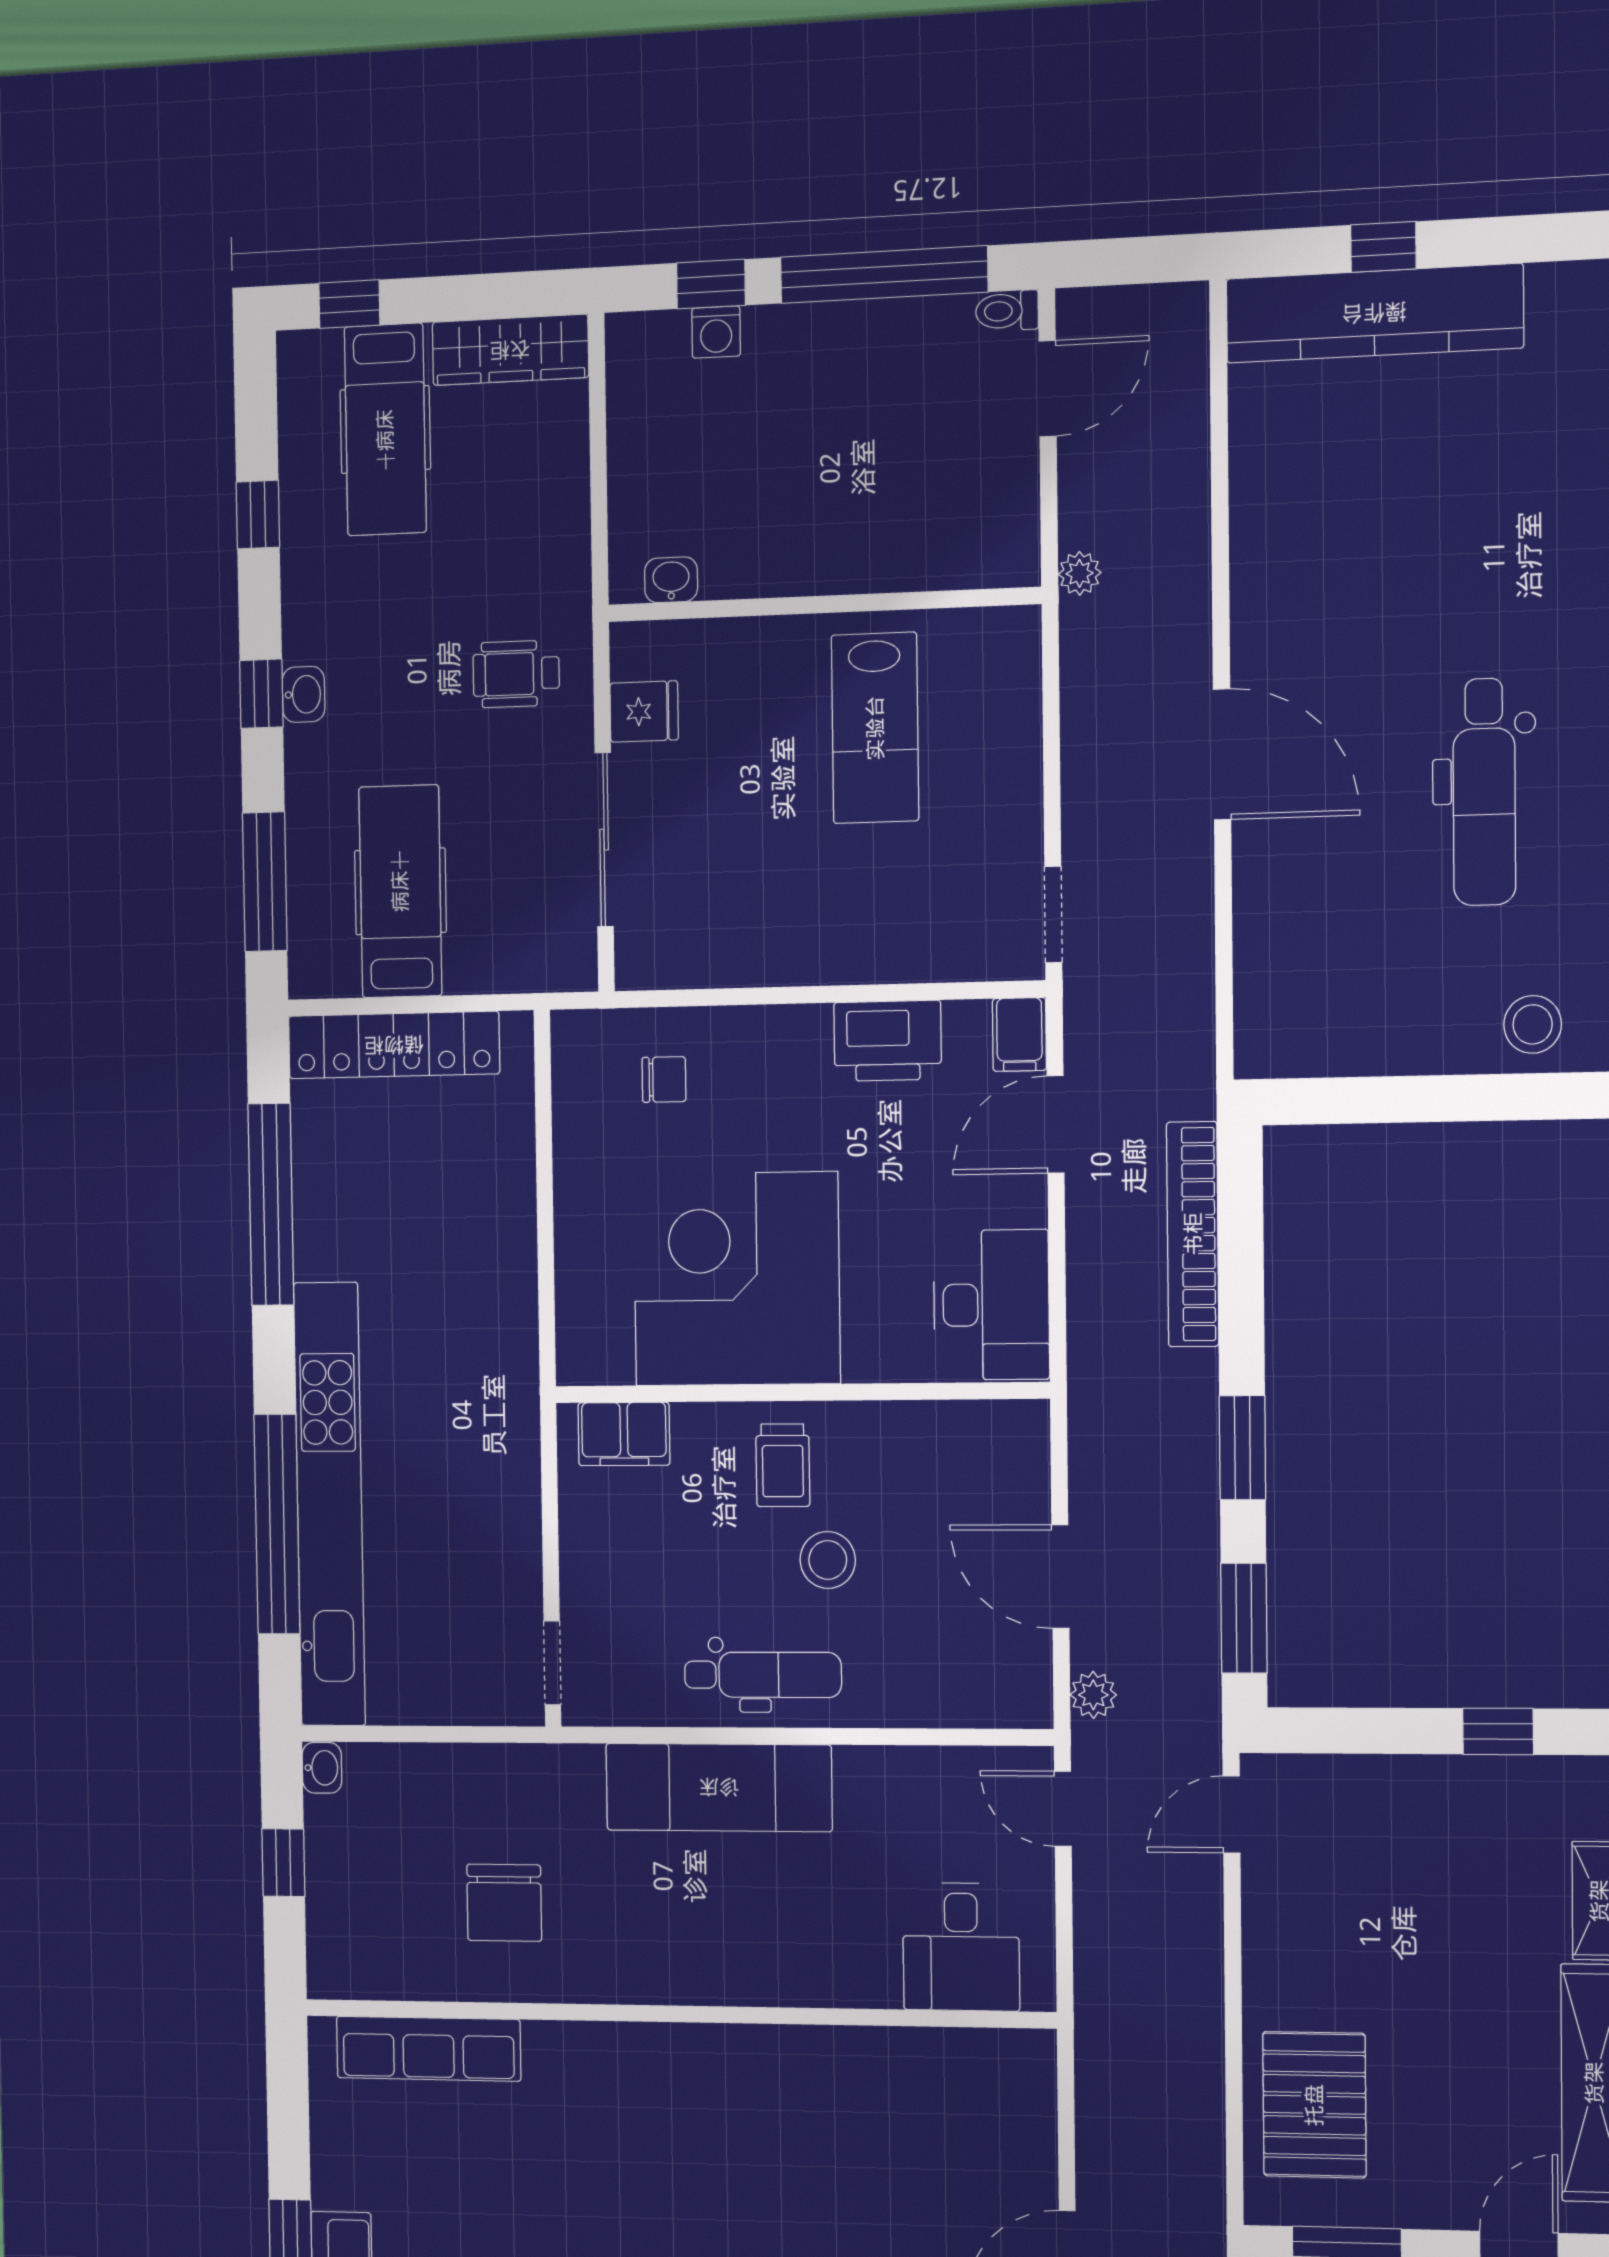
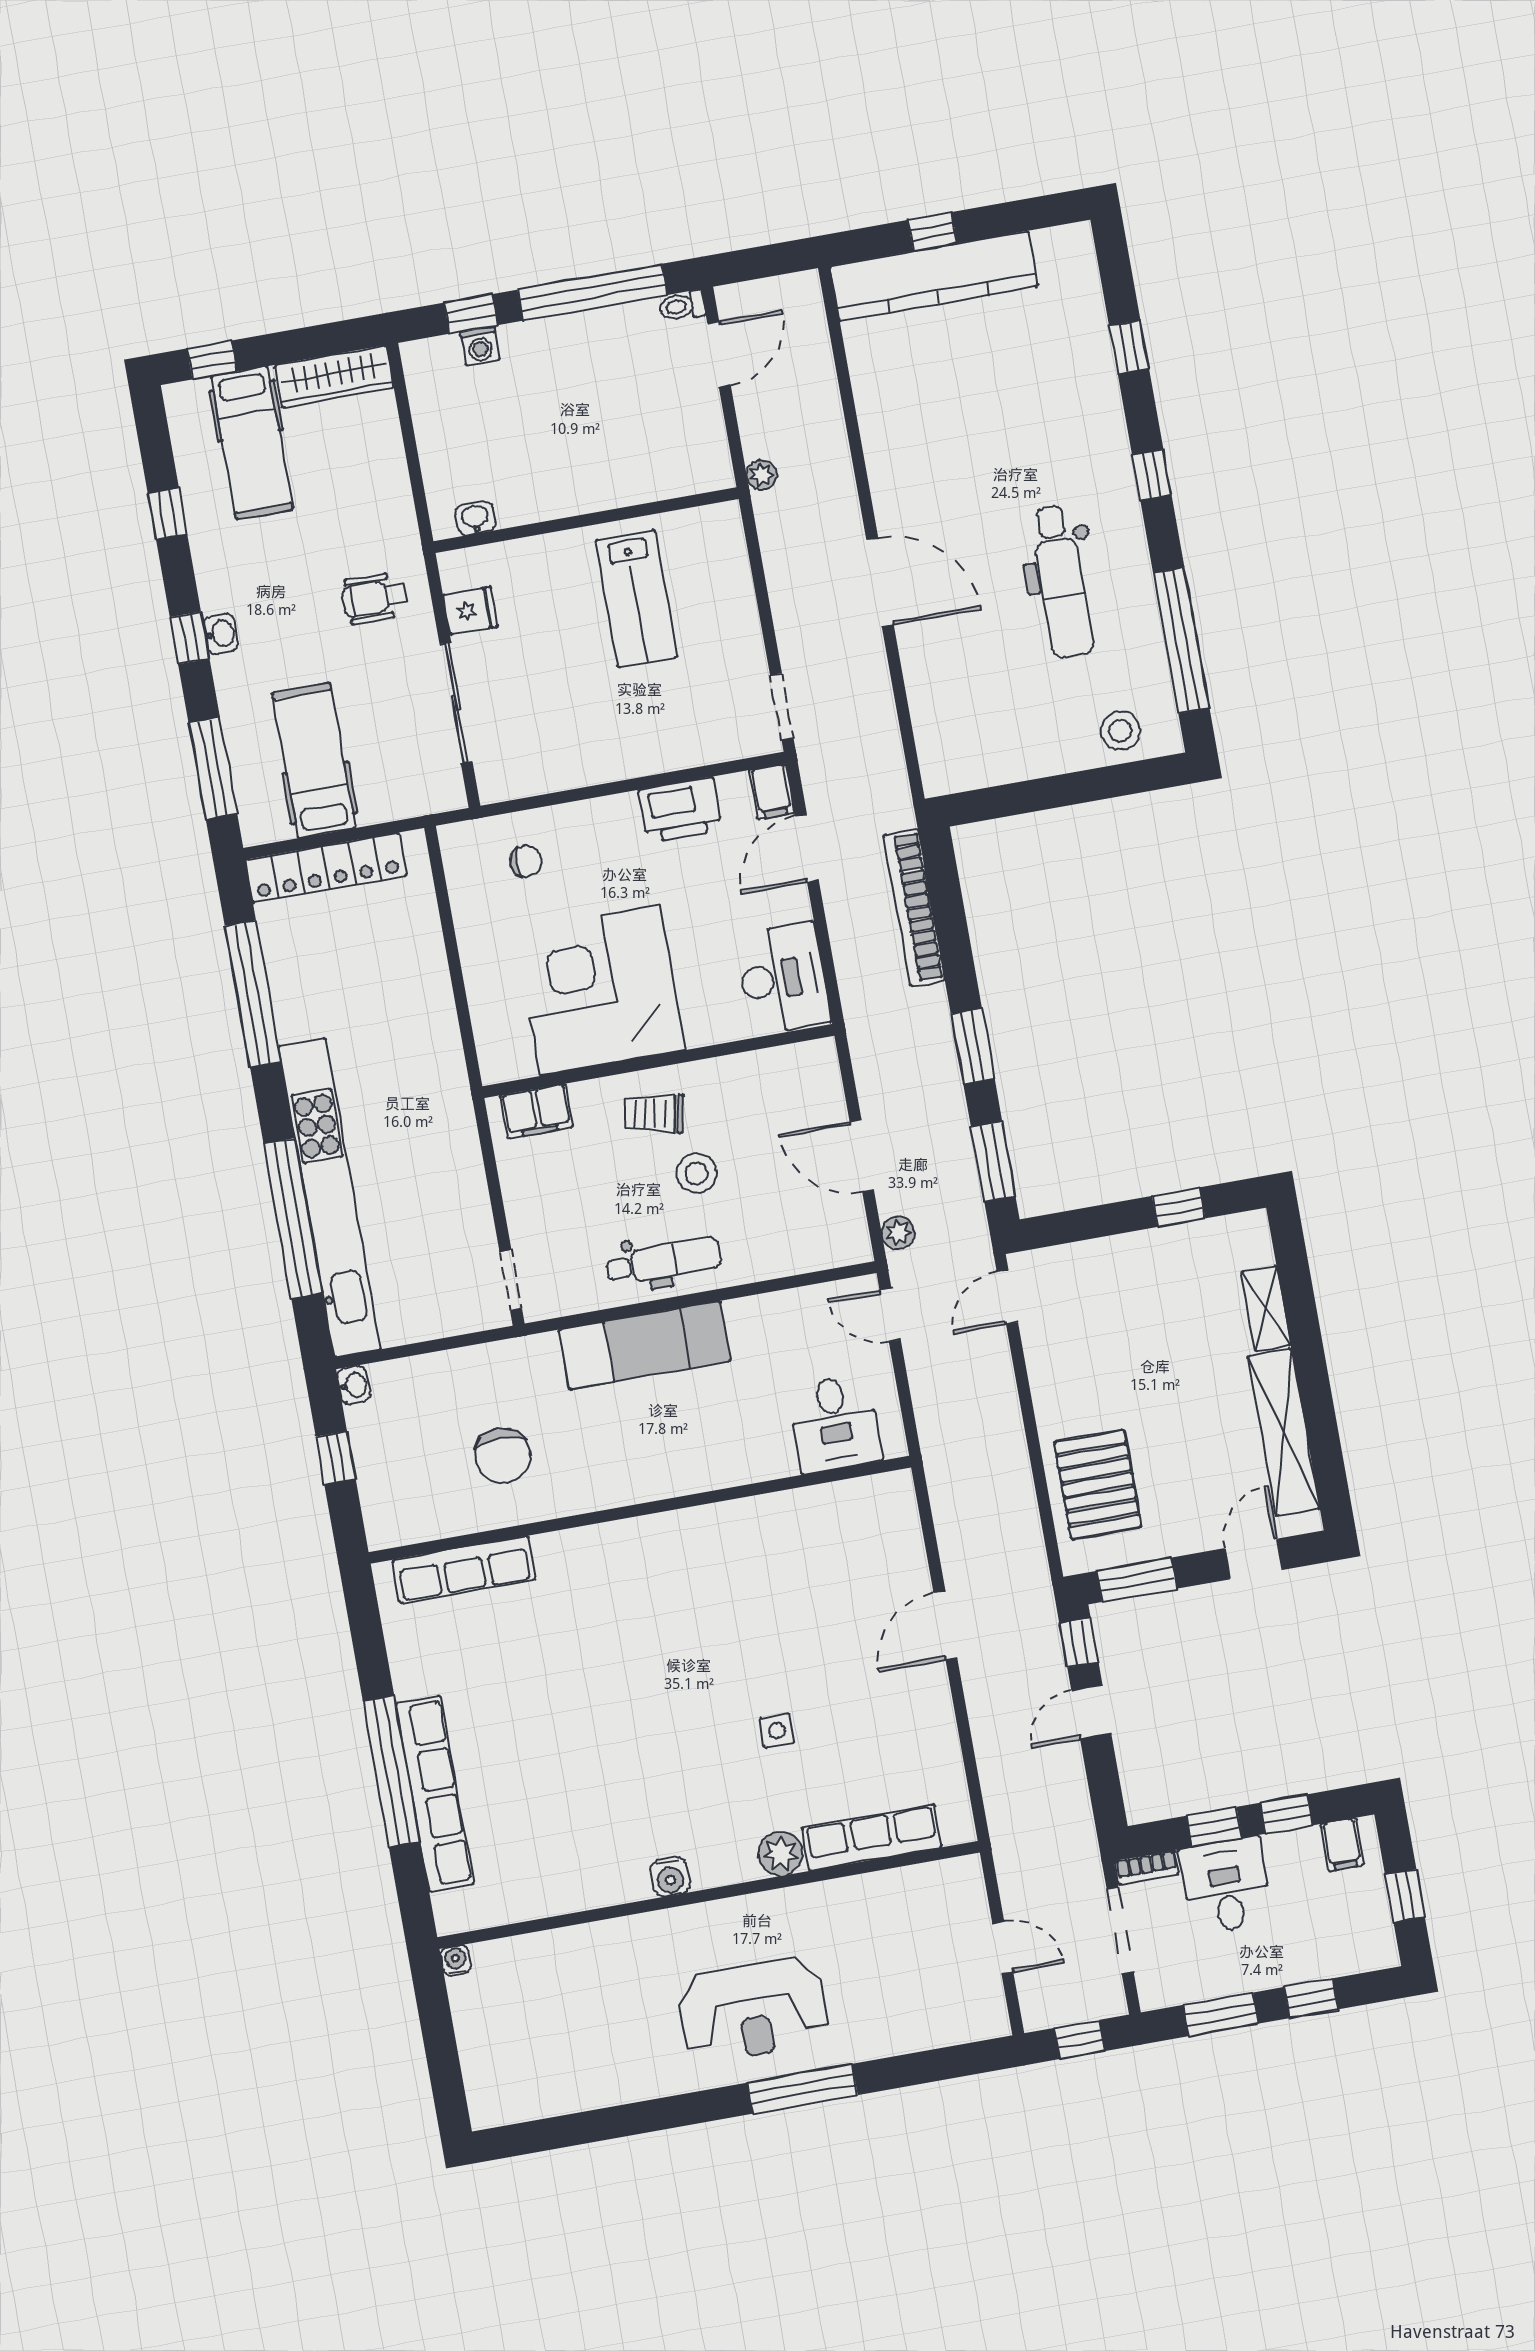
trolley: (783, 1465) -> (654, 1113), turned 101

